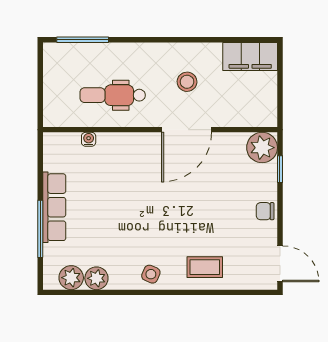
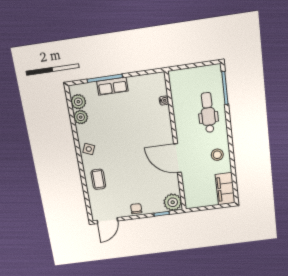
stool: (187, 82) -> (217, 155), moved
dental chair: (113, 95) -> (208, 113), moved
row of seats: (54, 207) -> (112, 86), width x0.68

